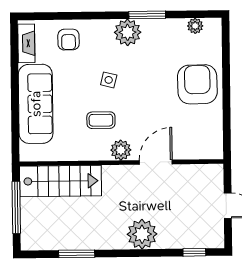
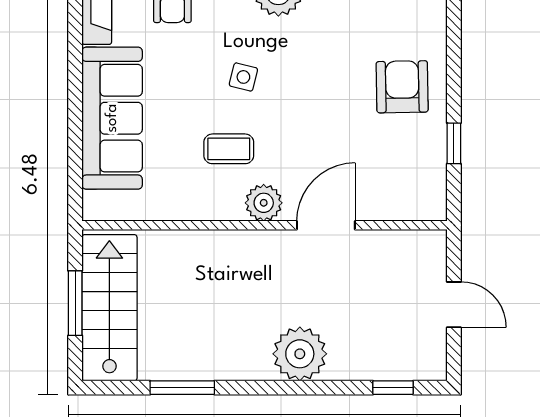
armchair: (197, 84) -> (402, 87), width x0.73, depth x0.73
window: (227, 116) -> (454, 143), added
stairs: (60, 181) -> (109, 308), moved, turned -90
window: (16, 207) -> (75, 303), width x0.69

